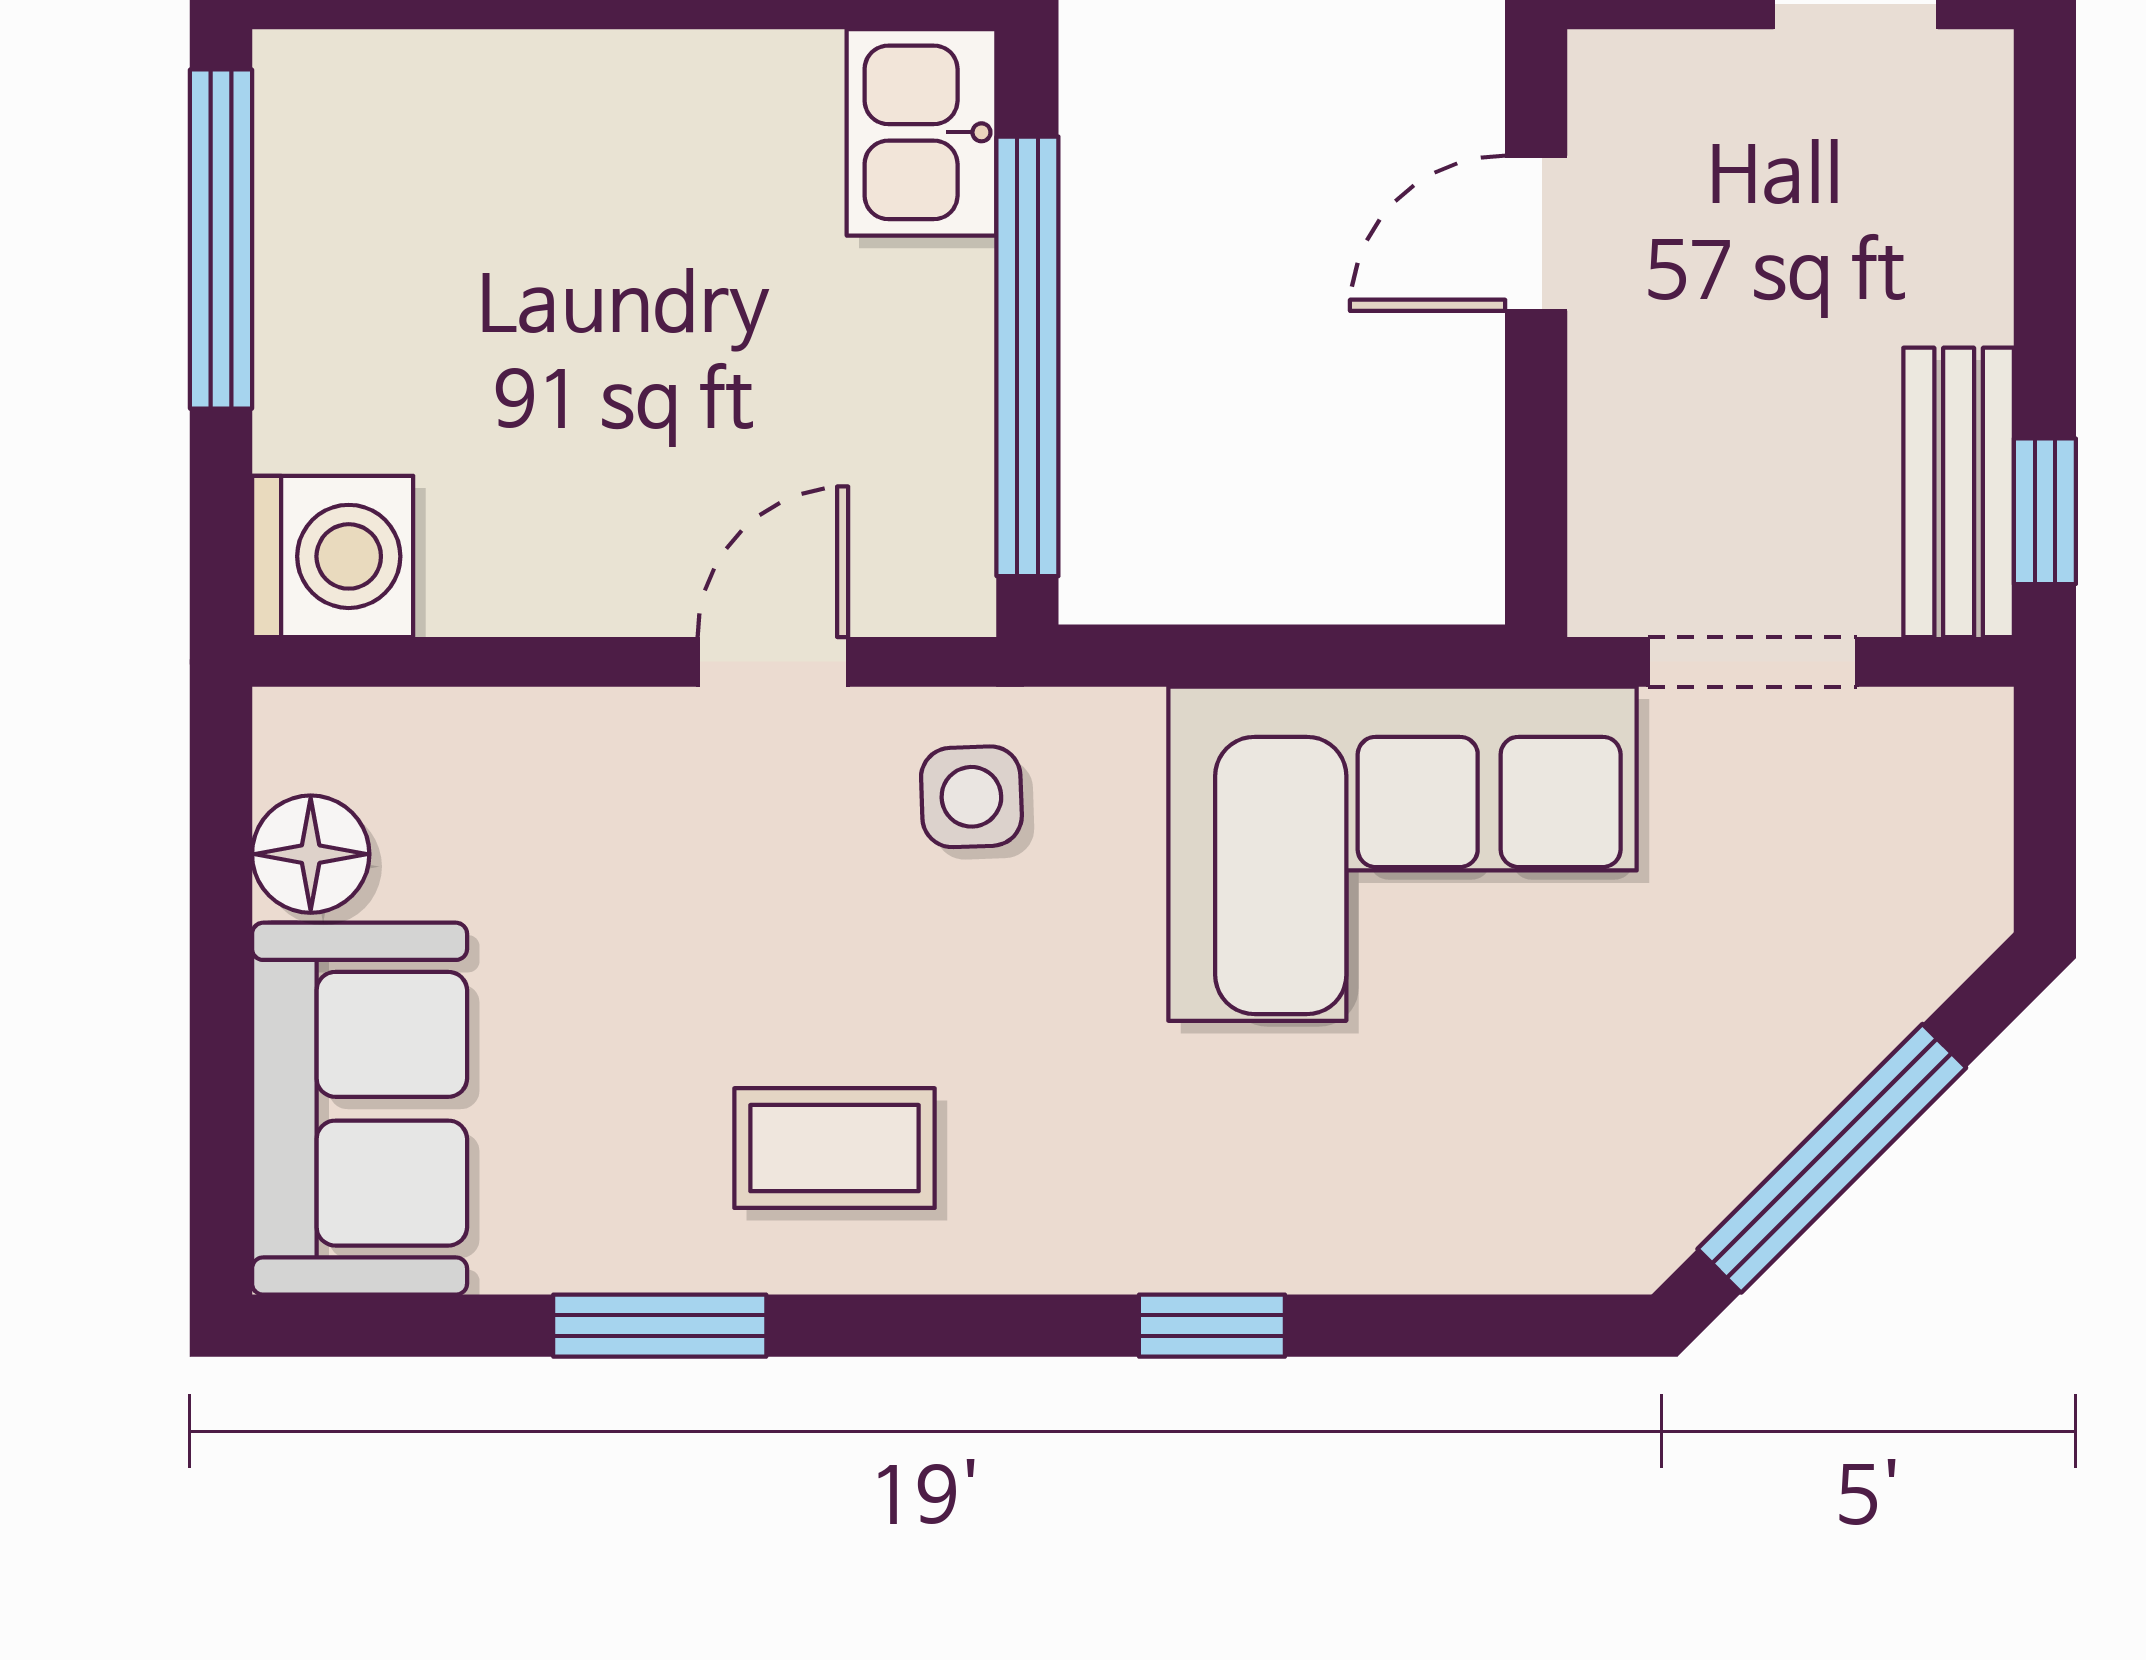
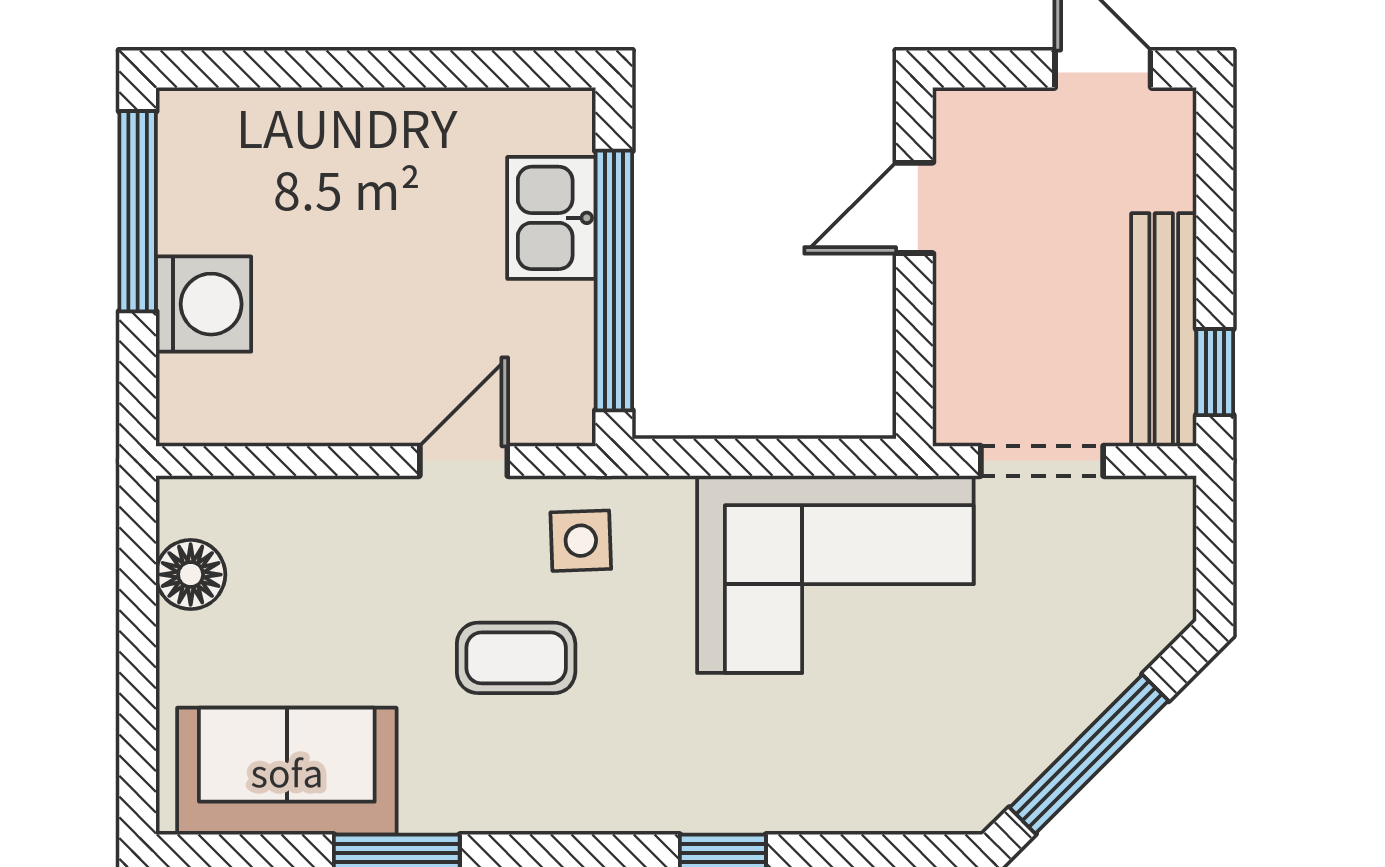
kitchen sink: (922, 132) -> (551, 218), moved
bench: (1959, 492) -> (1164, 330), width x1.36
washing machine: (333, 556) -> (204, 304), moved
sofa: (360, 1109) -> (287, 771), moved, turned -90
coffee table: (834, 1148) -> (516, 658), moved

